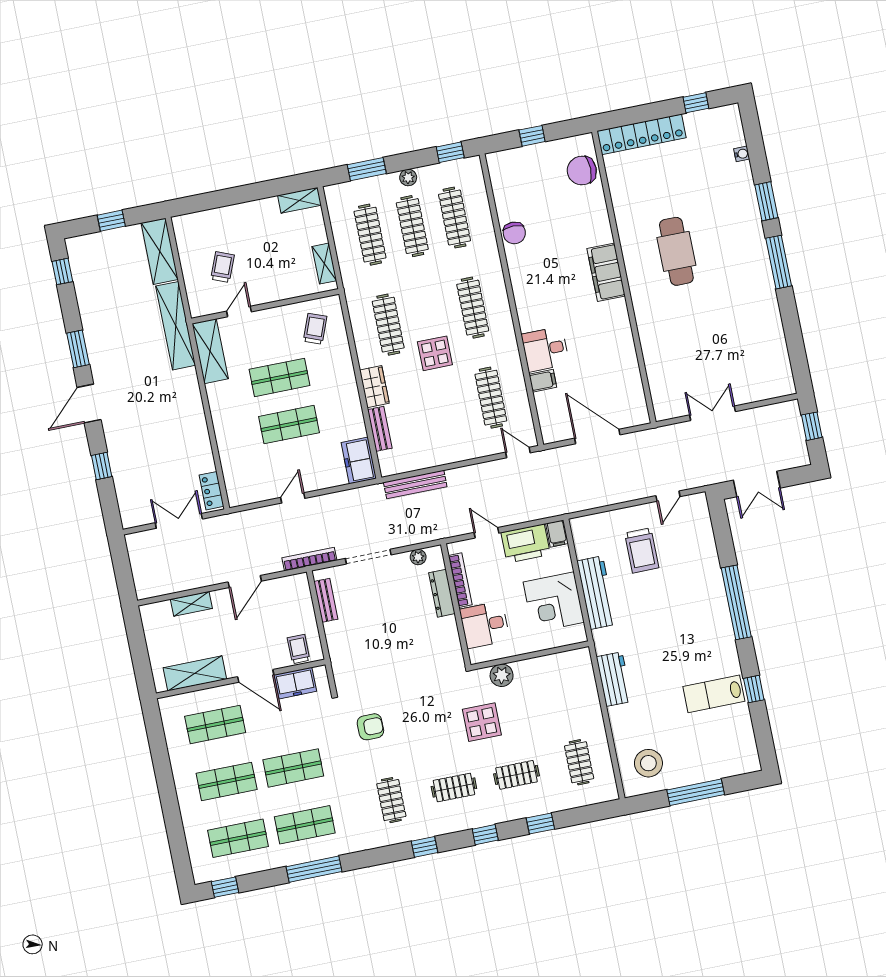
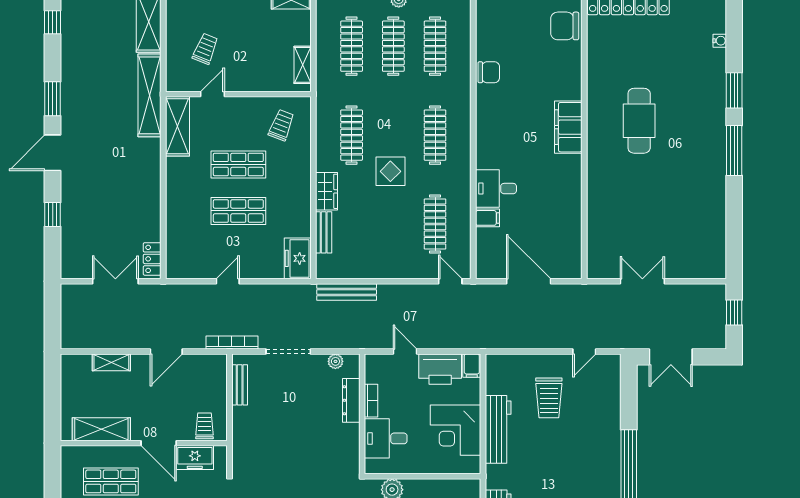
chair: (514, 233) -> (489, 72), turned -90
bookcase: (460, 580) -> (371, 401), width x0.64

